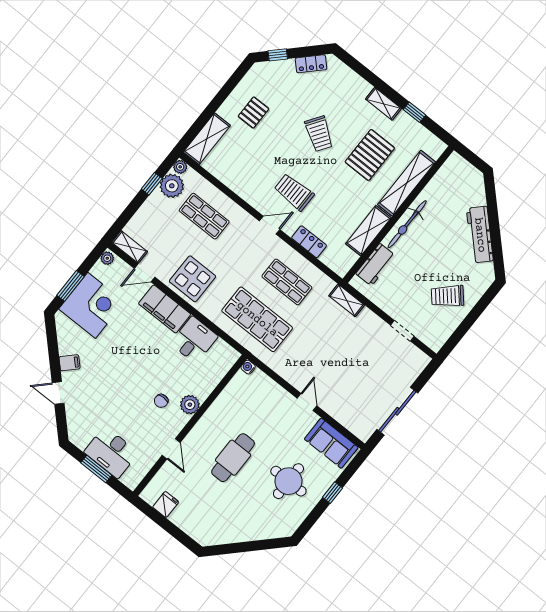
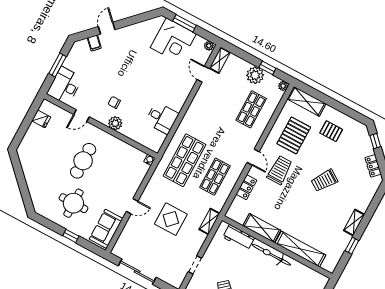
pallet: (370, 155) -> (294, 135), moved, turned 90
plant: (172, 186) -> (255, 75), moved
display table: (192, 279) -> (171, 219), moved
filing cabinet: (165, 309) -> (180, 93), removed
filing cabinet: (70, 363) -> (94, 43), moved
desk: (111, 452) -> (65, 86), moved
cafe table: (233, 458) -> (83, 161), turned 90

